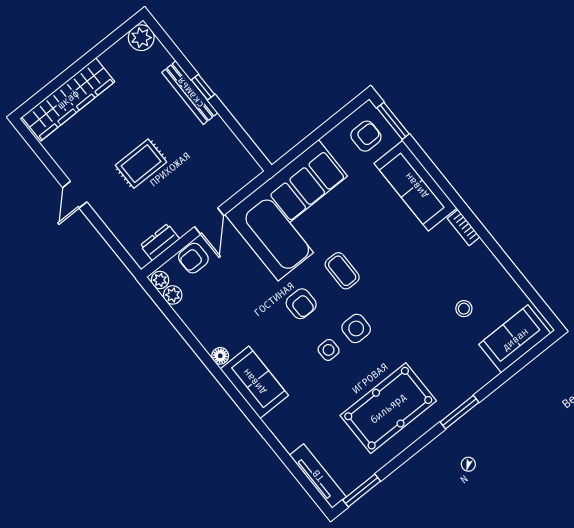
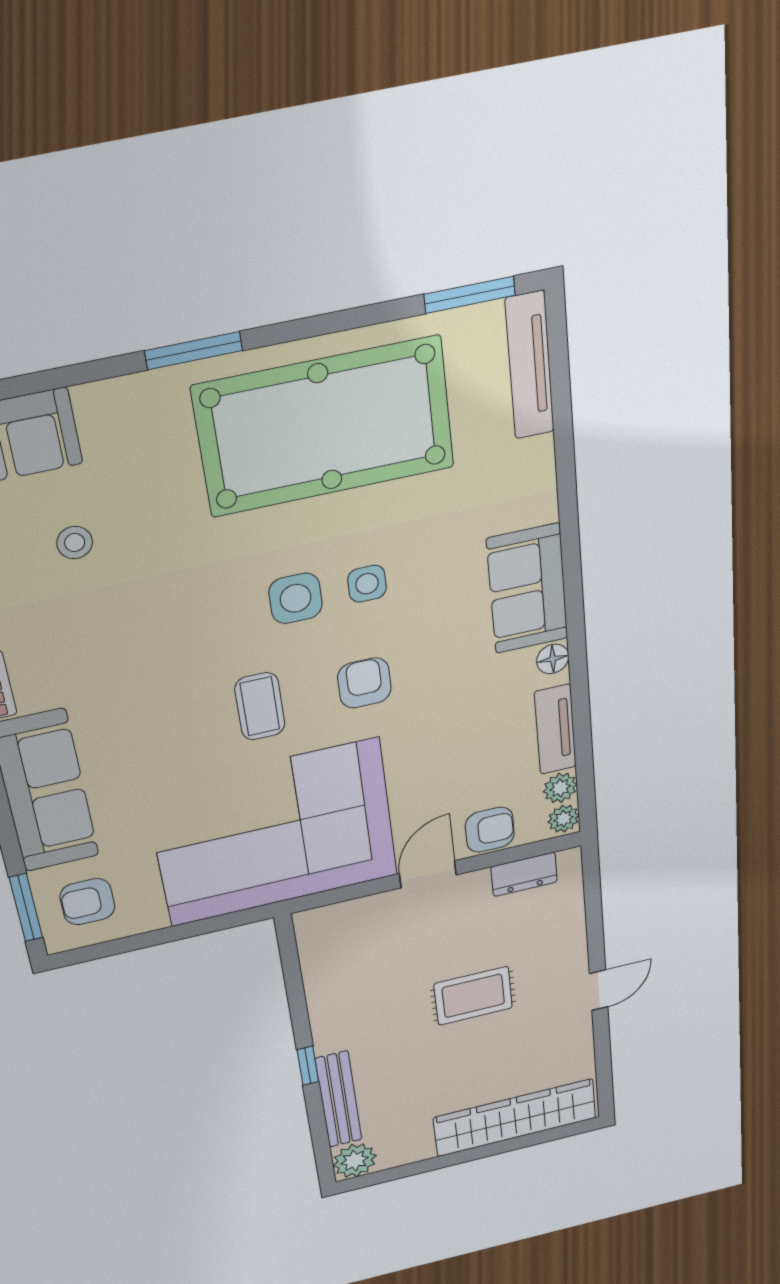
bench: (190, 93) -> (339, 1099), moved
tv unit: (195, 323) -> (555, 729), added
pool table: (388, 408) -> (325, 427), width x1.36, depth x1.32

